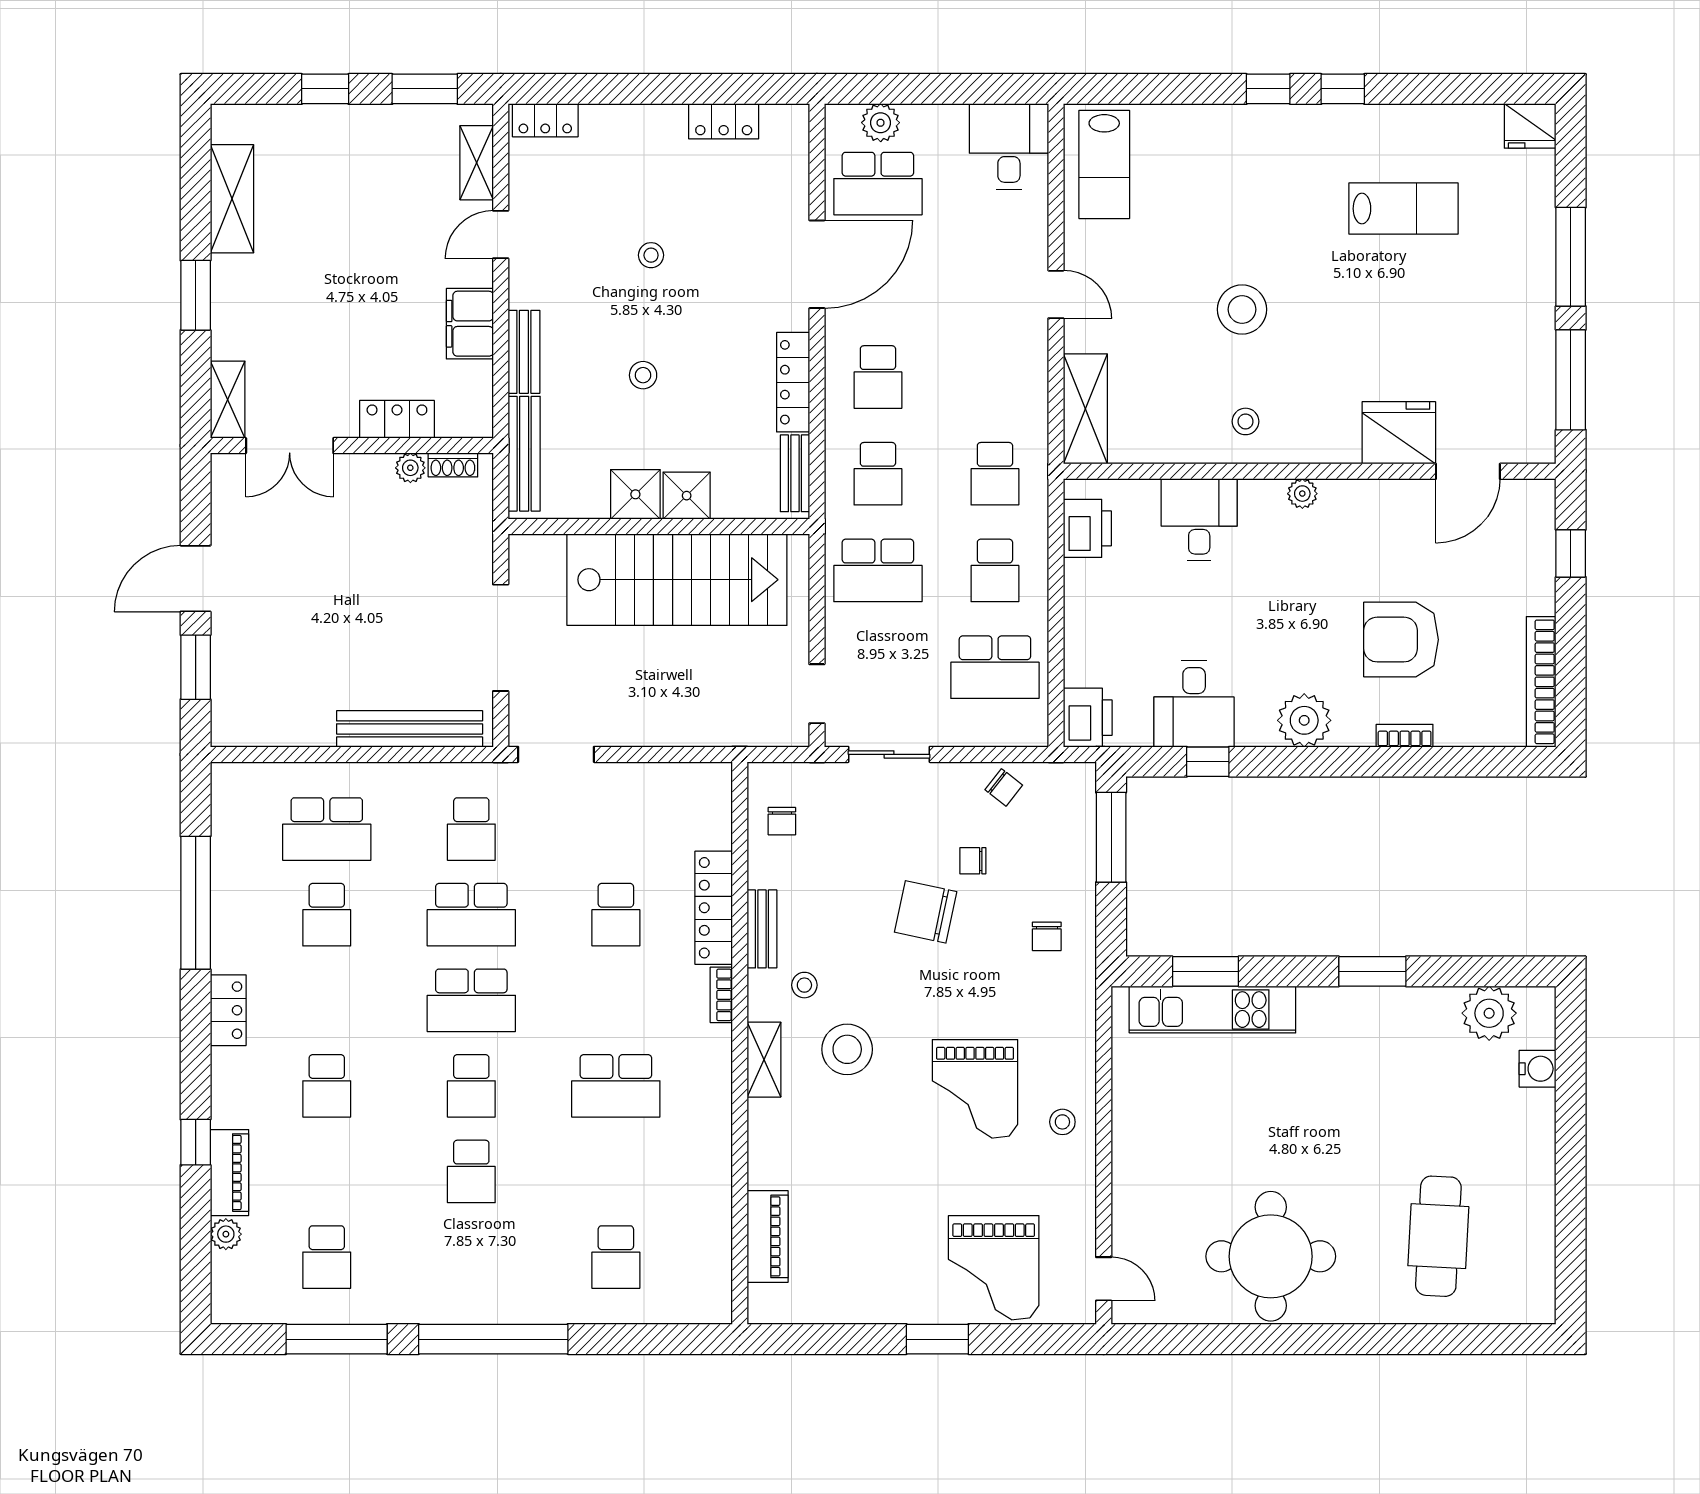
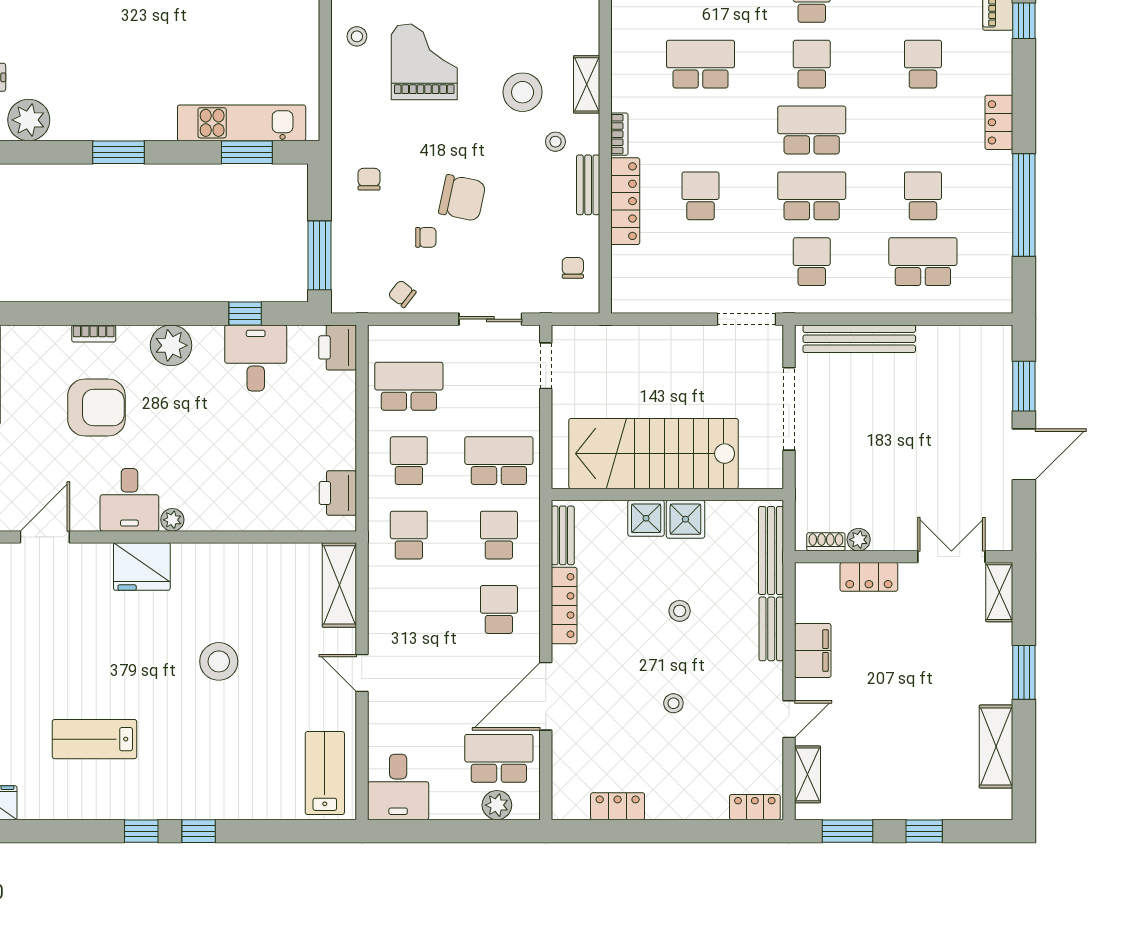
stool: (1246, 421) -> (216, 575), removed
fridge: (1399, 433) -> (142, 567), moved
desk: (1199, 520) -> (129, 500), moved

